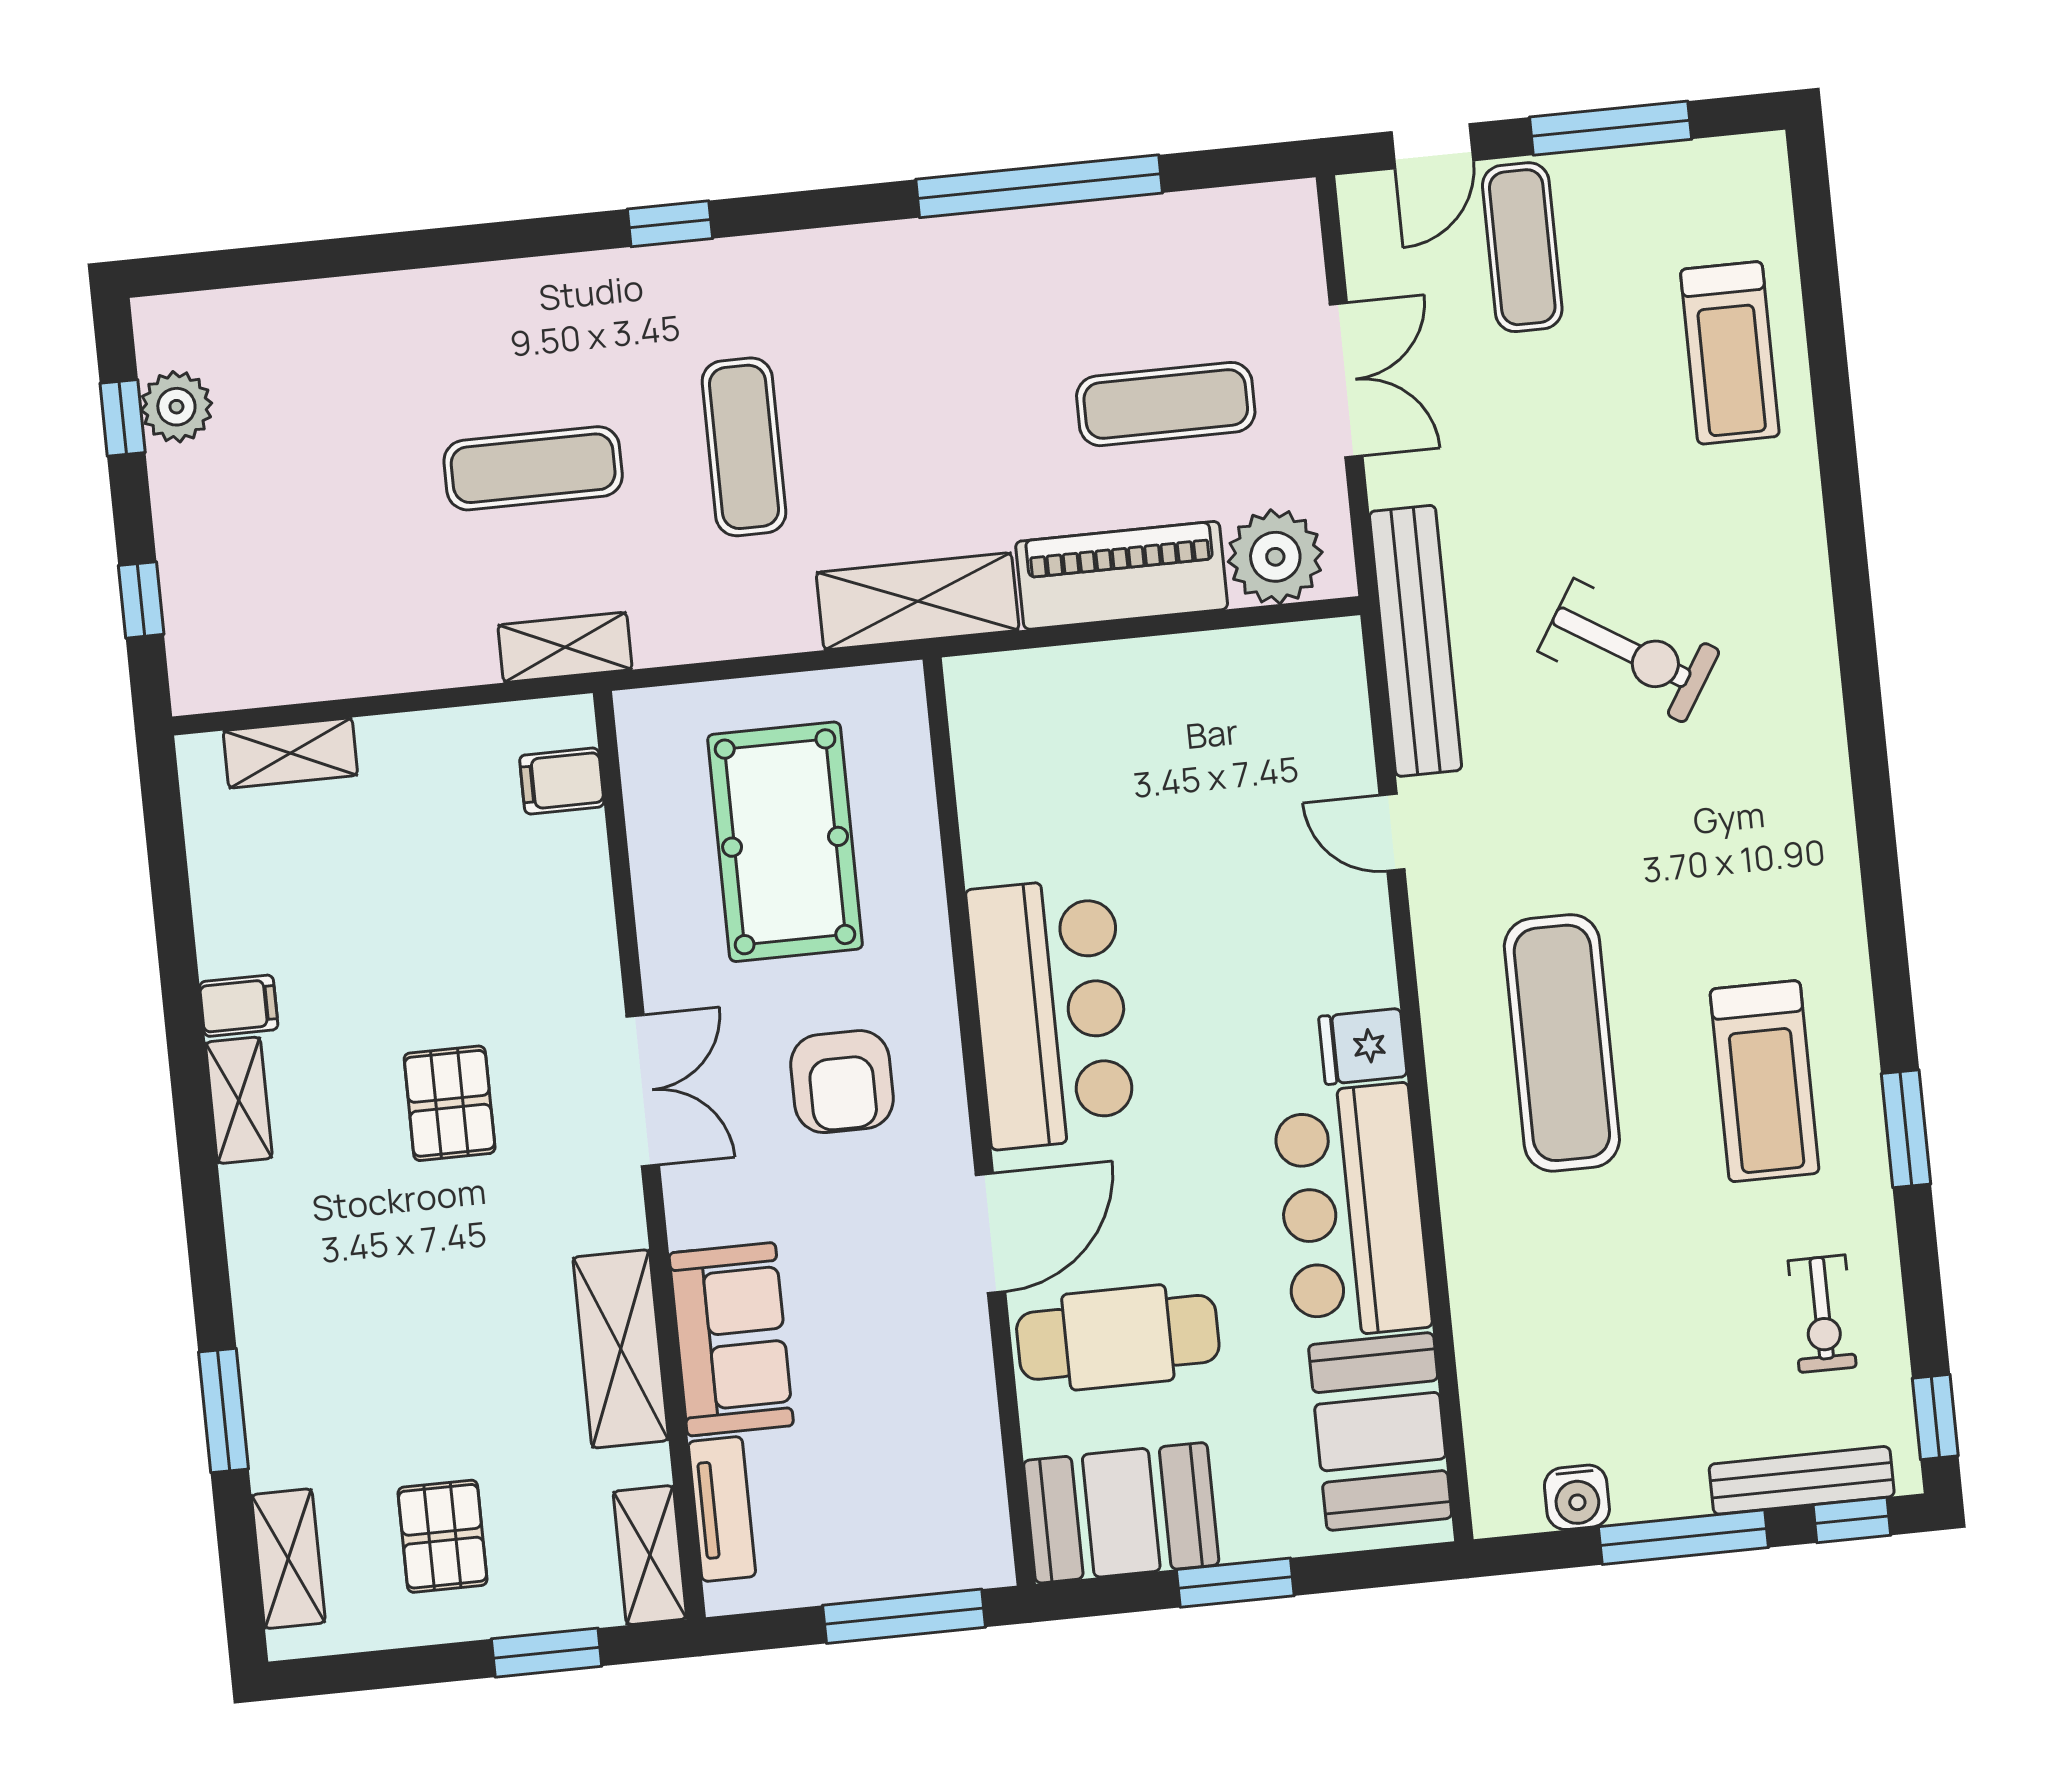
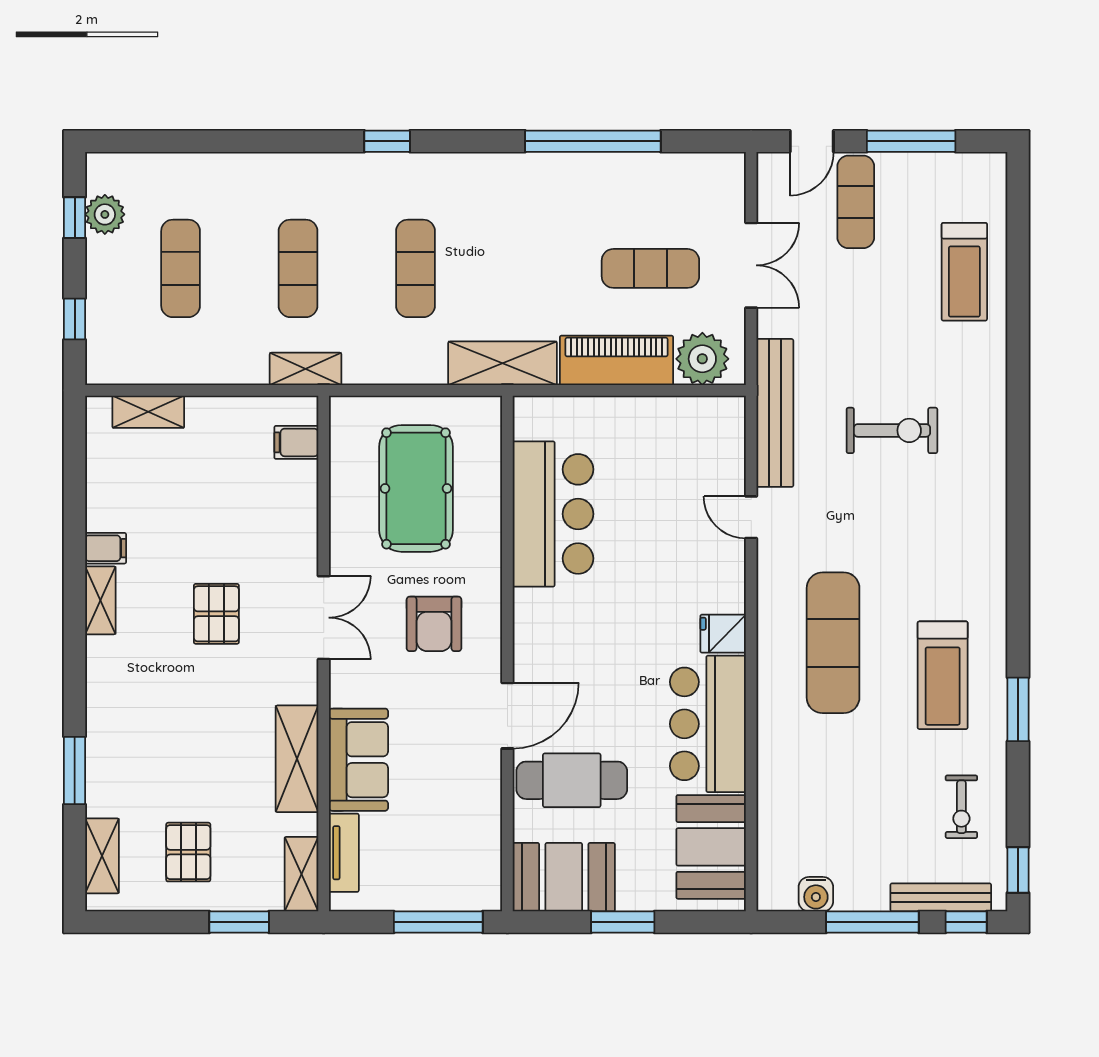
exercise mat: (533, 468) -> (298, 268), turned 90
exercise mat: (322, 490) -> (181, 268), added
exercise bike: (1629, 651) -> (892, 430), turned -32
bar counter: (1051, 1013) -> (553, 514), moved

